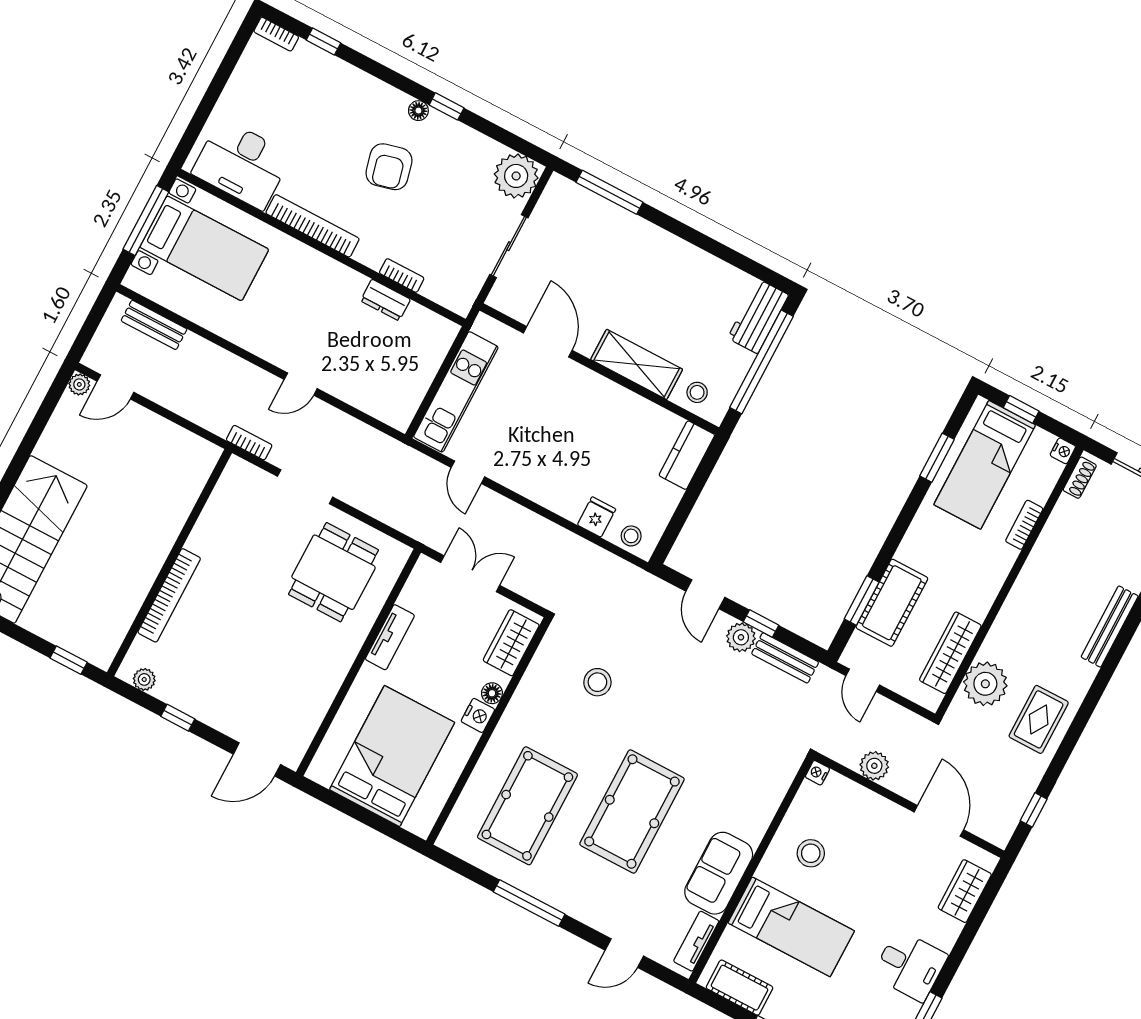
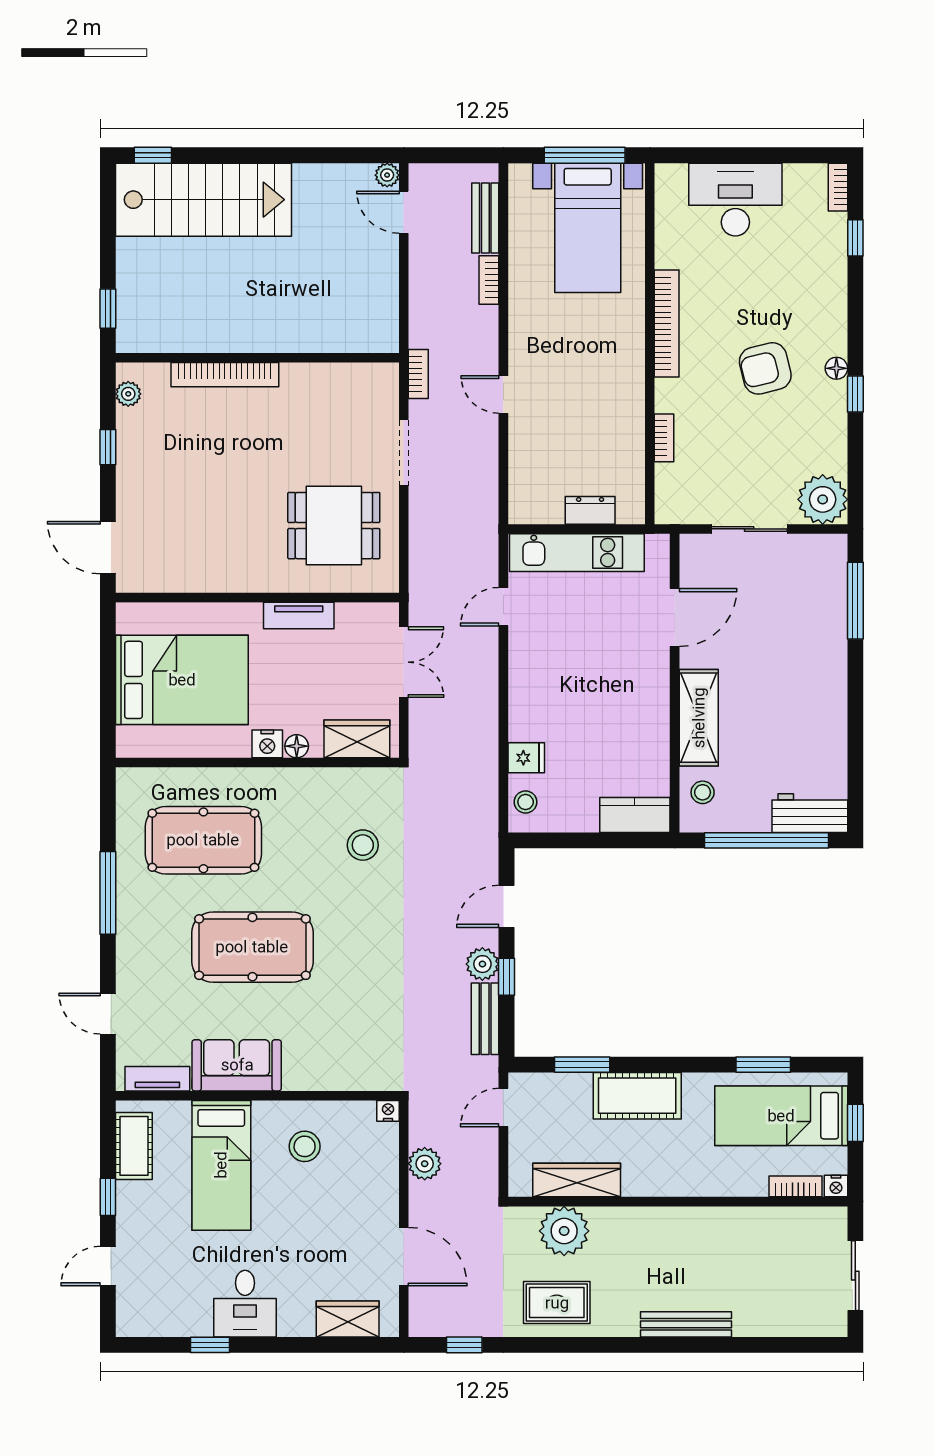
desk: (242, 164) -> (735, 200), moved, turned 90
dresser: (385, 300) -> (590, 510), moved, turned 90
bookcase: (204, 348) -> (489, 280), added
shoe rack: (1080, 478) -> (818, 1217), removed
bookcase: (1024, 525) -> (795, 1186), moved
cot: (892, 603) -> (637, 1096), moved
door: (939, 821) -> (404, 1257), hinge flipped

